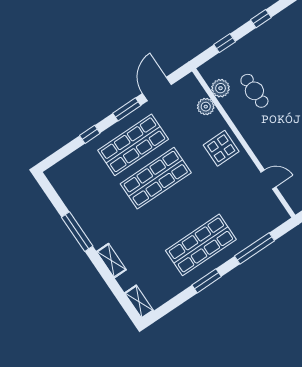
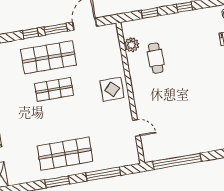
plant: (206, 107) -> (115, 53), removed
window: (90, 134) -> (31, 33), moved
shop shelf: (156, 178) -> (54, 89), width x0.70, depth x0.74

